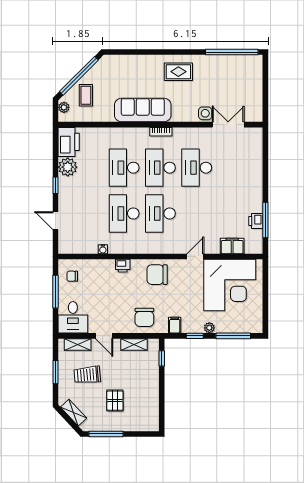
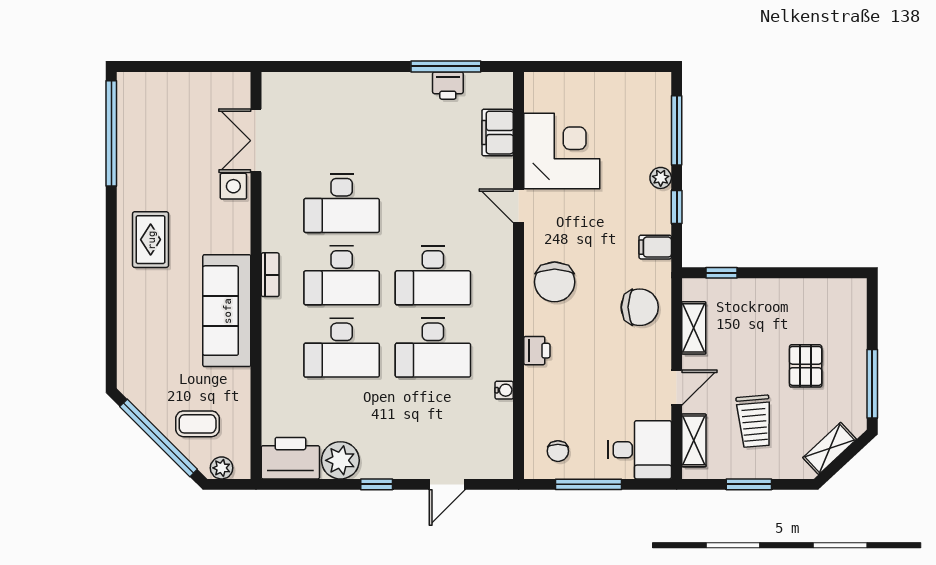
corner desk: (230, 285) -> (562, 151), width x0.74, depth x0.74
pallet: (115, 401) -> (806, 366), turned 90

